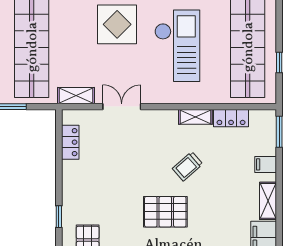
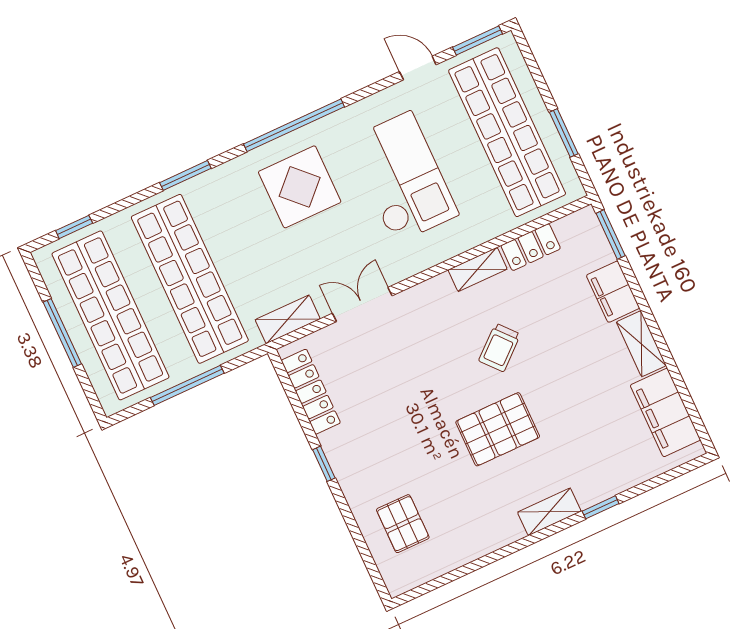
window: (279, 63) -> (564, 133), width x1.50
locker: (70, 142) -> (311, 392), width x1.53
filing cabinet: (266, 164) -> (613, 292), width x2.00
window: (59, 217) -> (324, 464), moved

